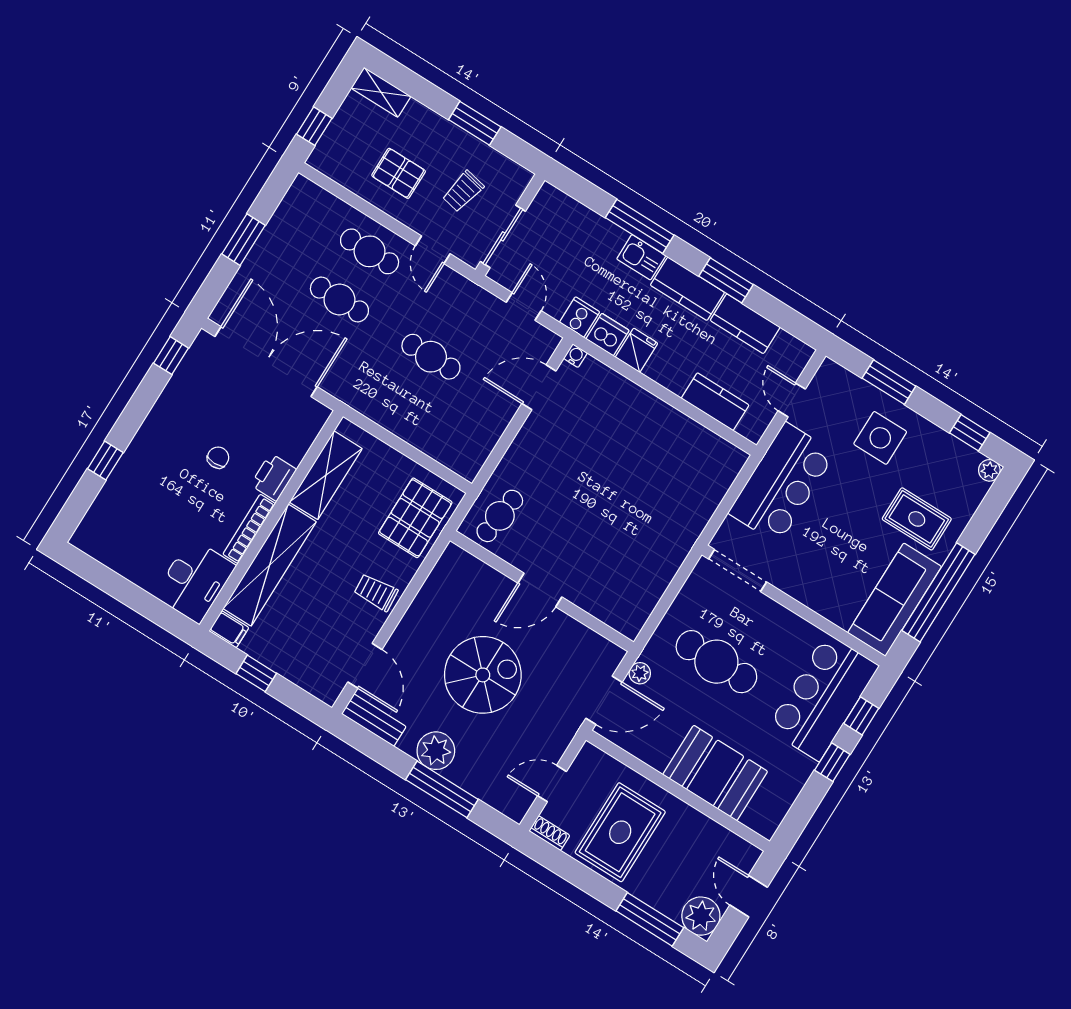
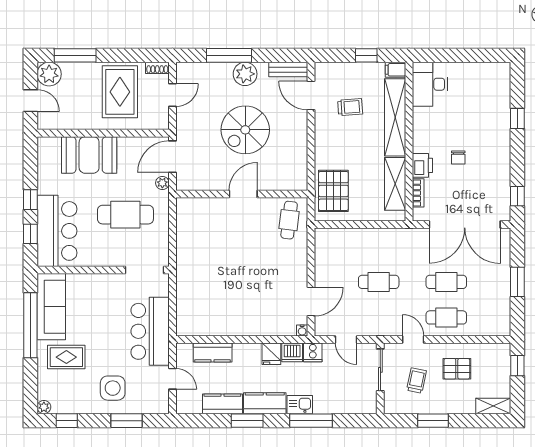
bookcase: (249, 529) -> (418, 193), moved, width x0.64
trolley: (376, 592) -> (350, 107), moved

